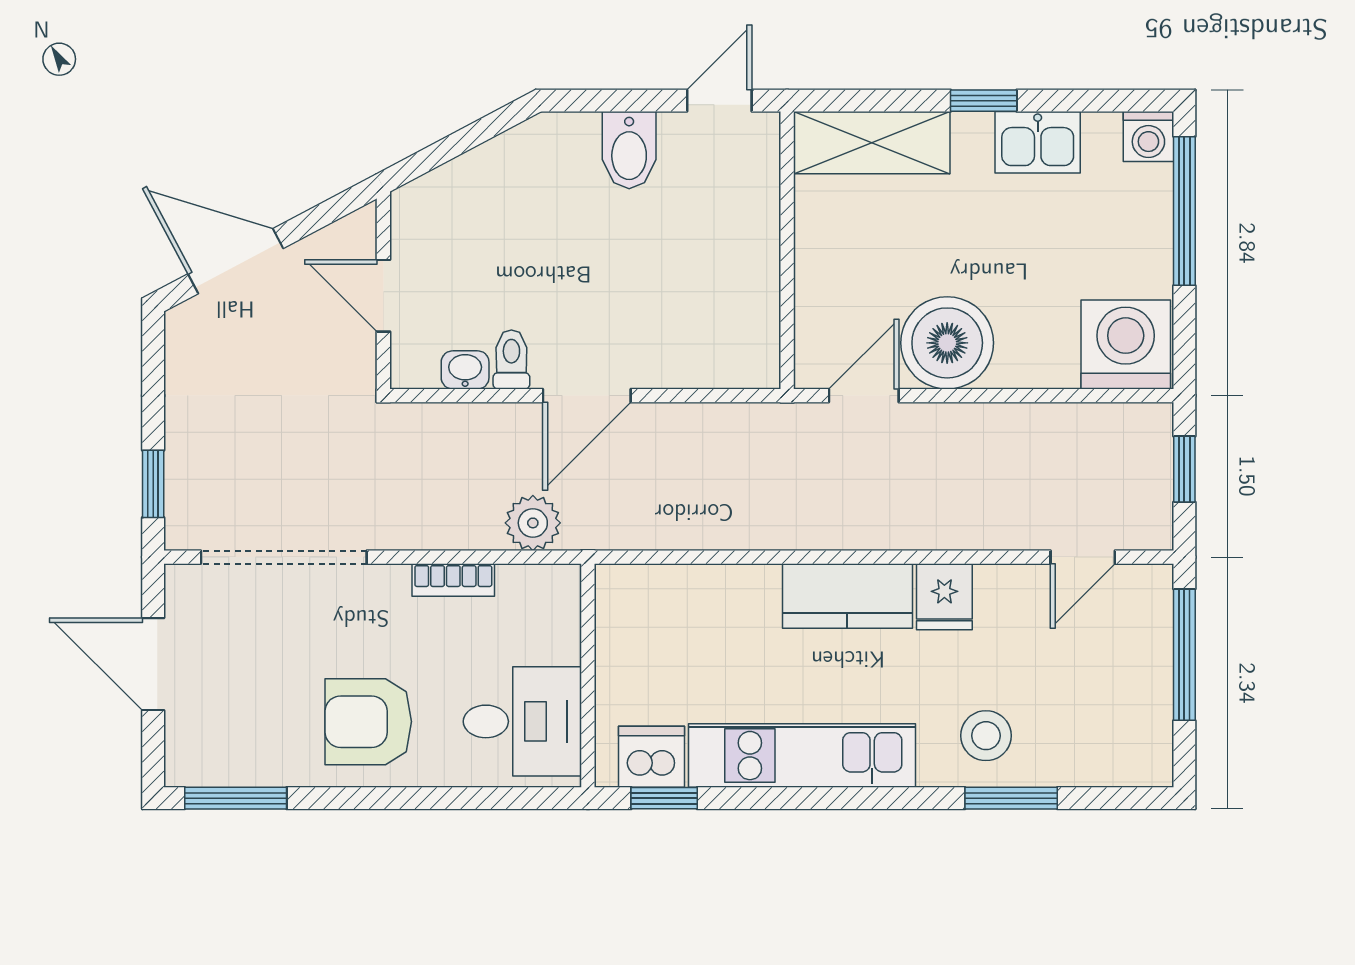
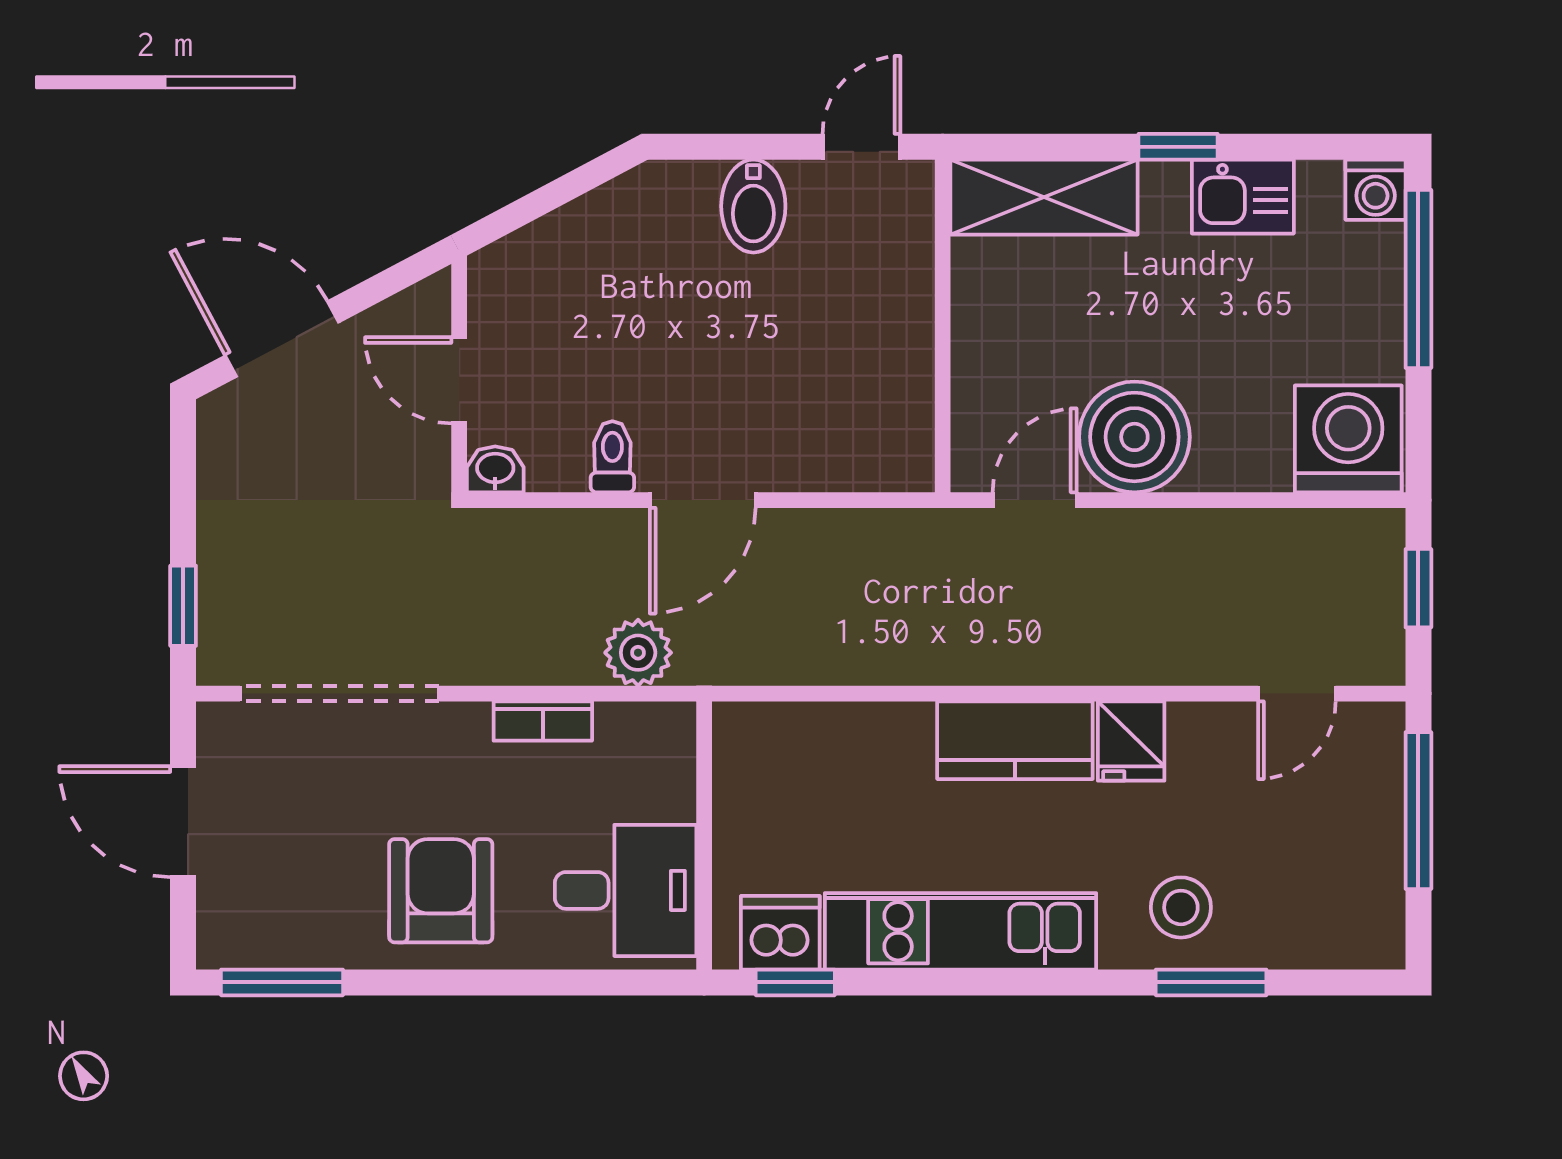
washbasin: (465, 370) -> (495, 469), moved
armchair: (368, 722) -> (441, 891), turned 90

